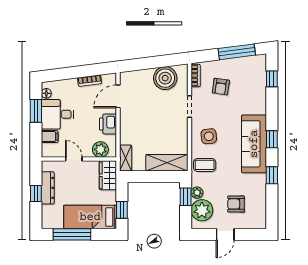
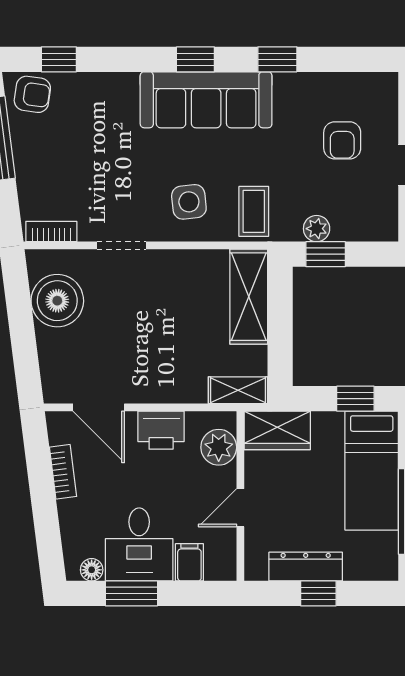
armchair: (221, 87) -> (32, 94), moved
plant: (202, 210) -> (356, 217), removed

